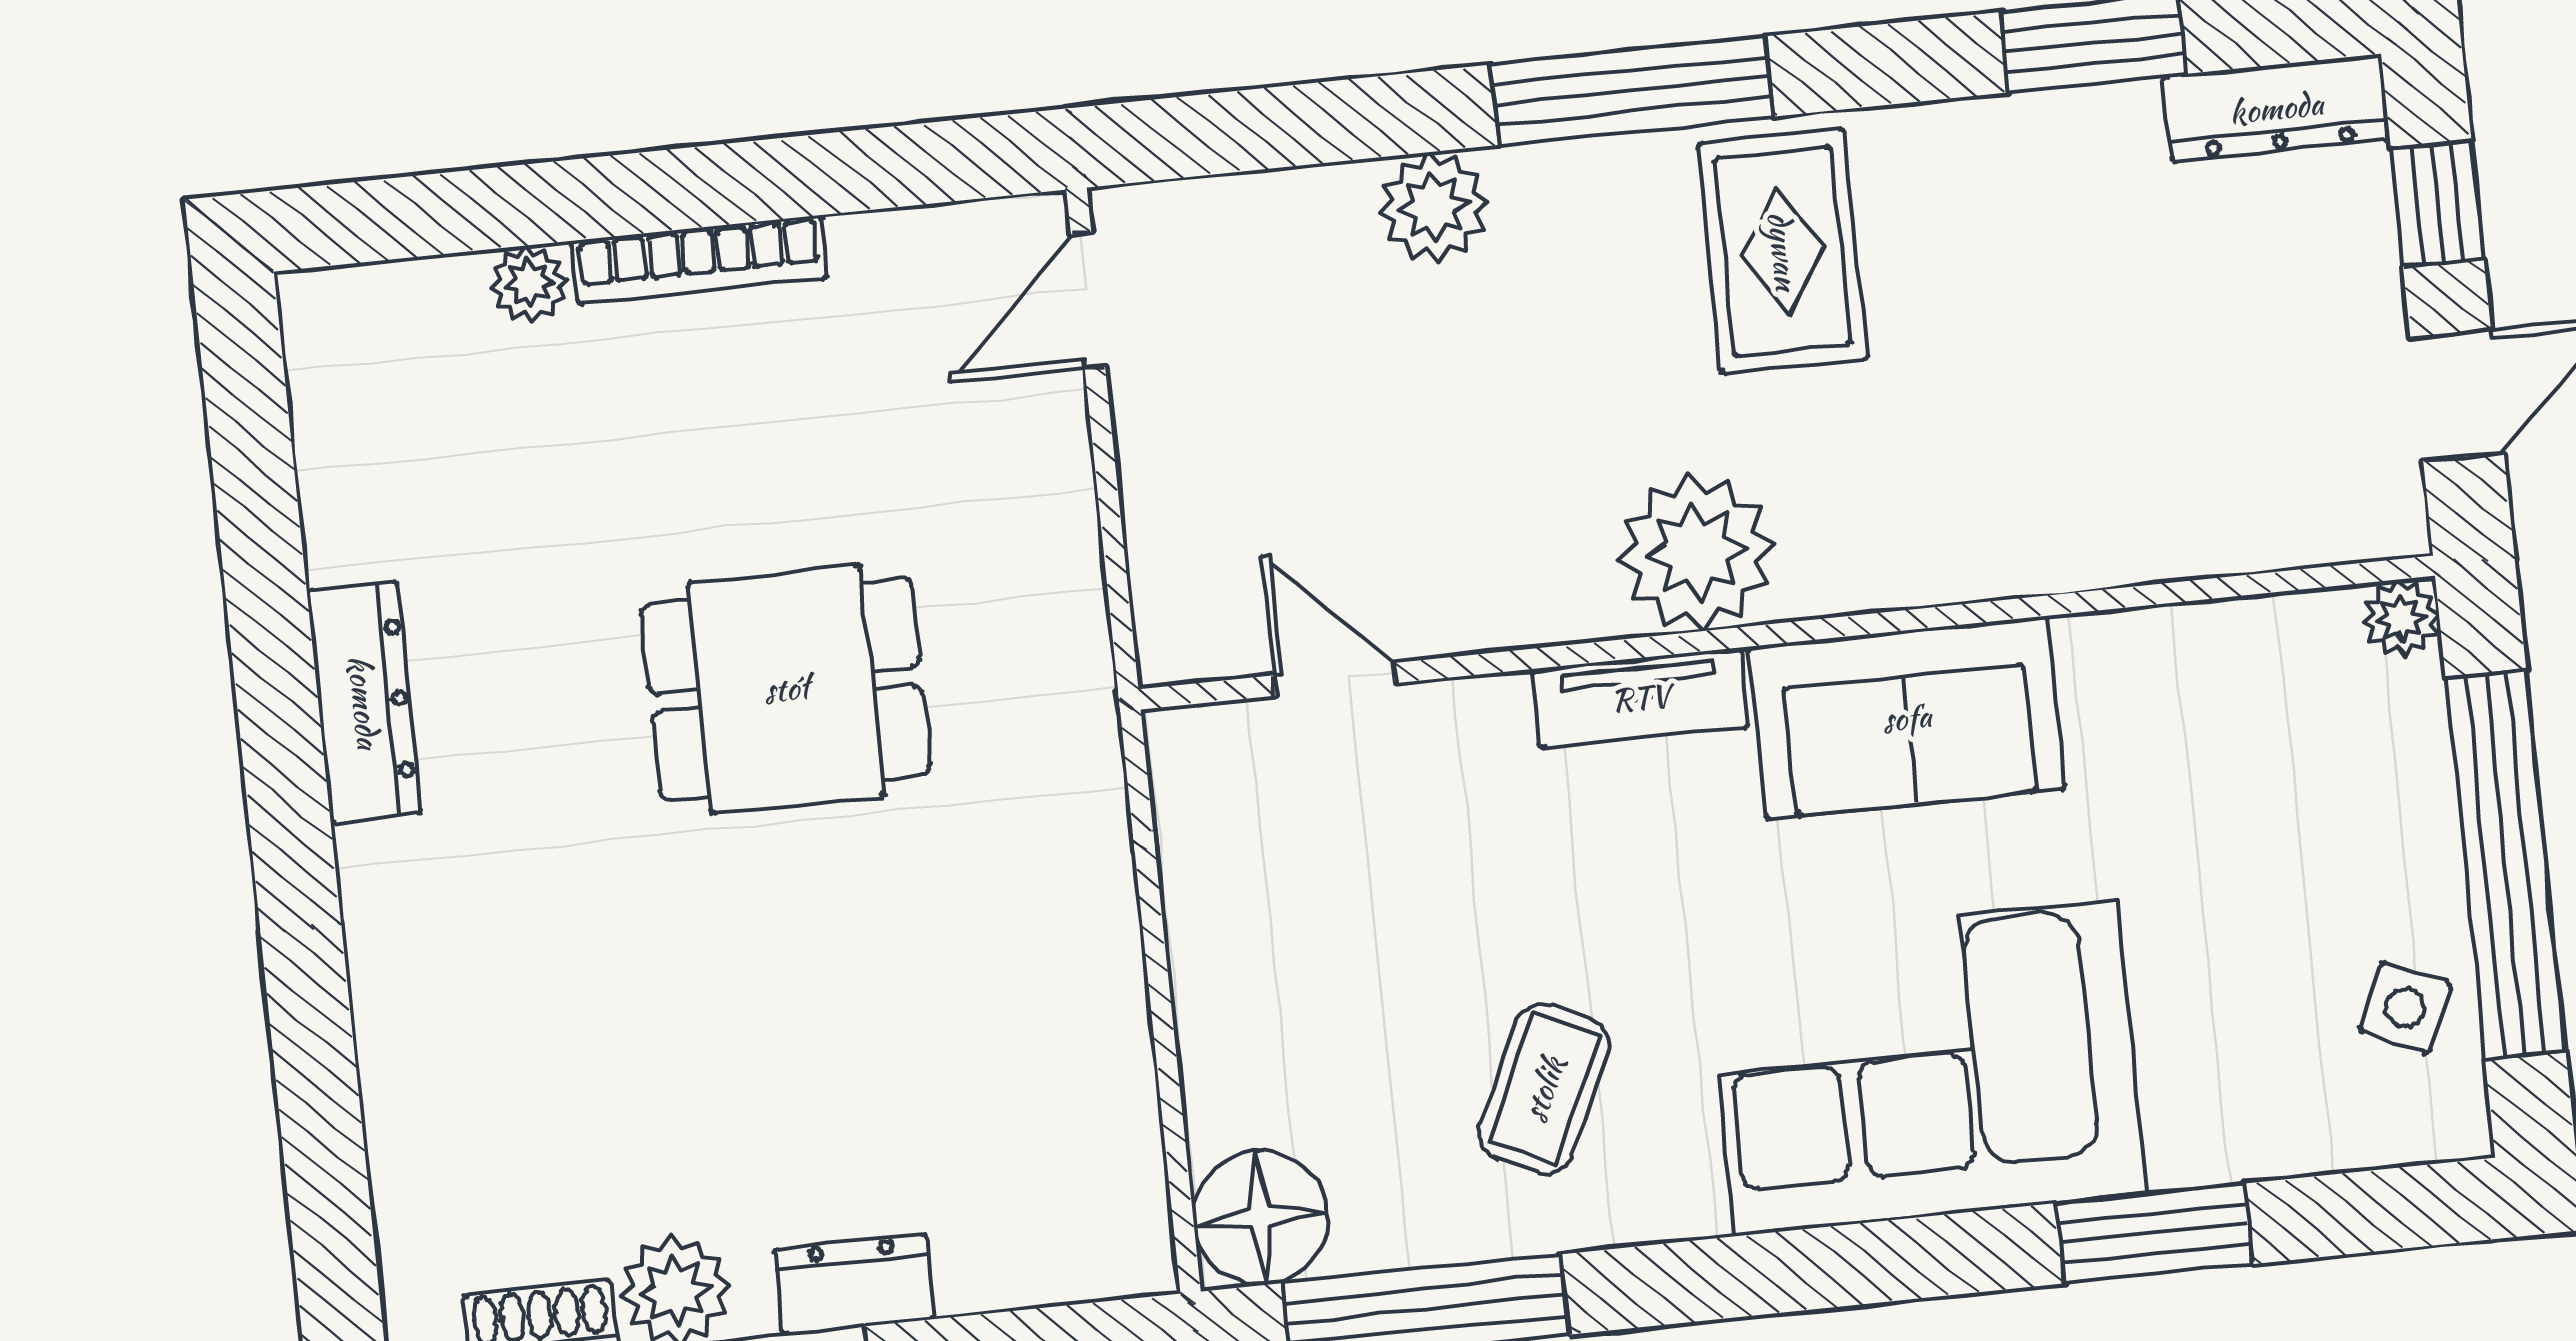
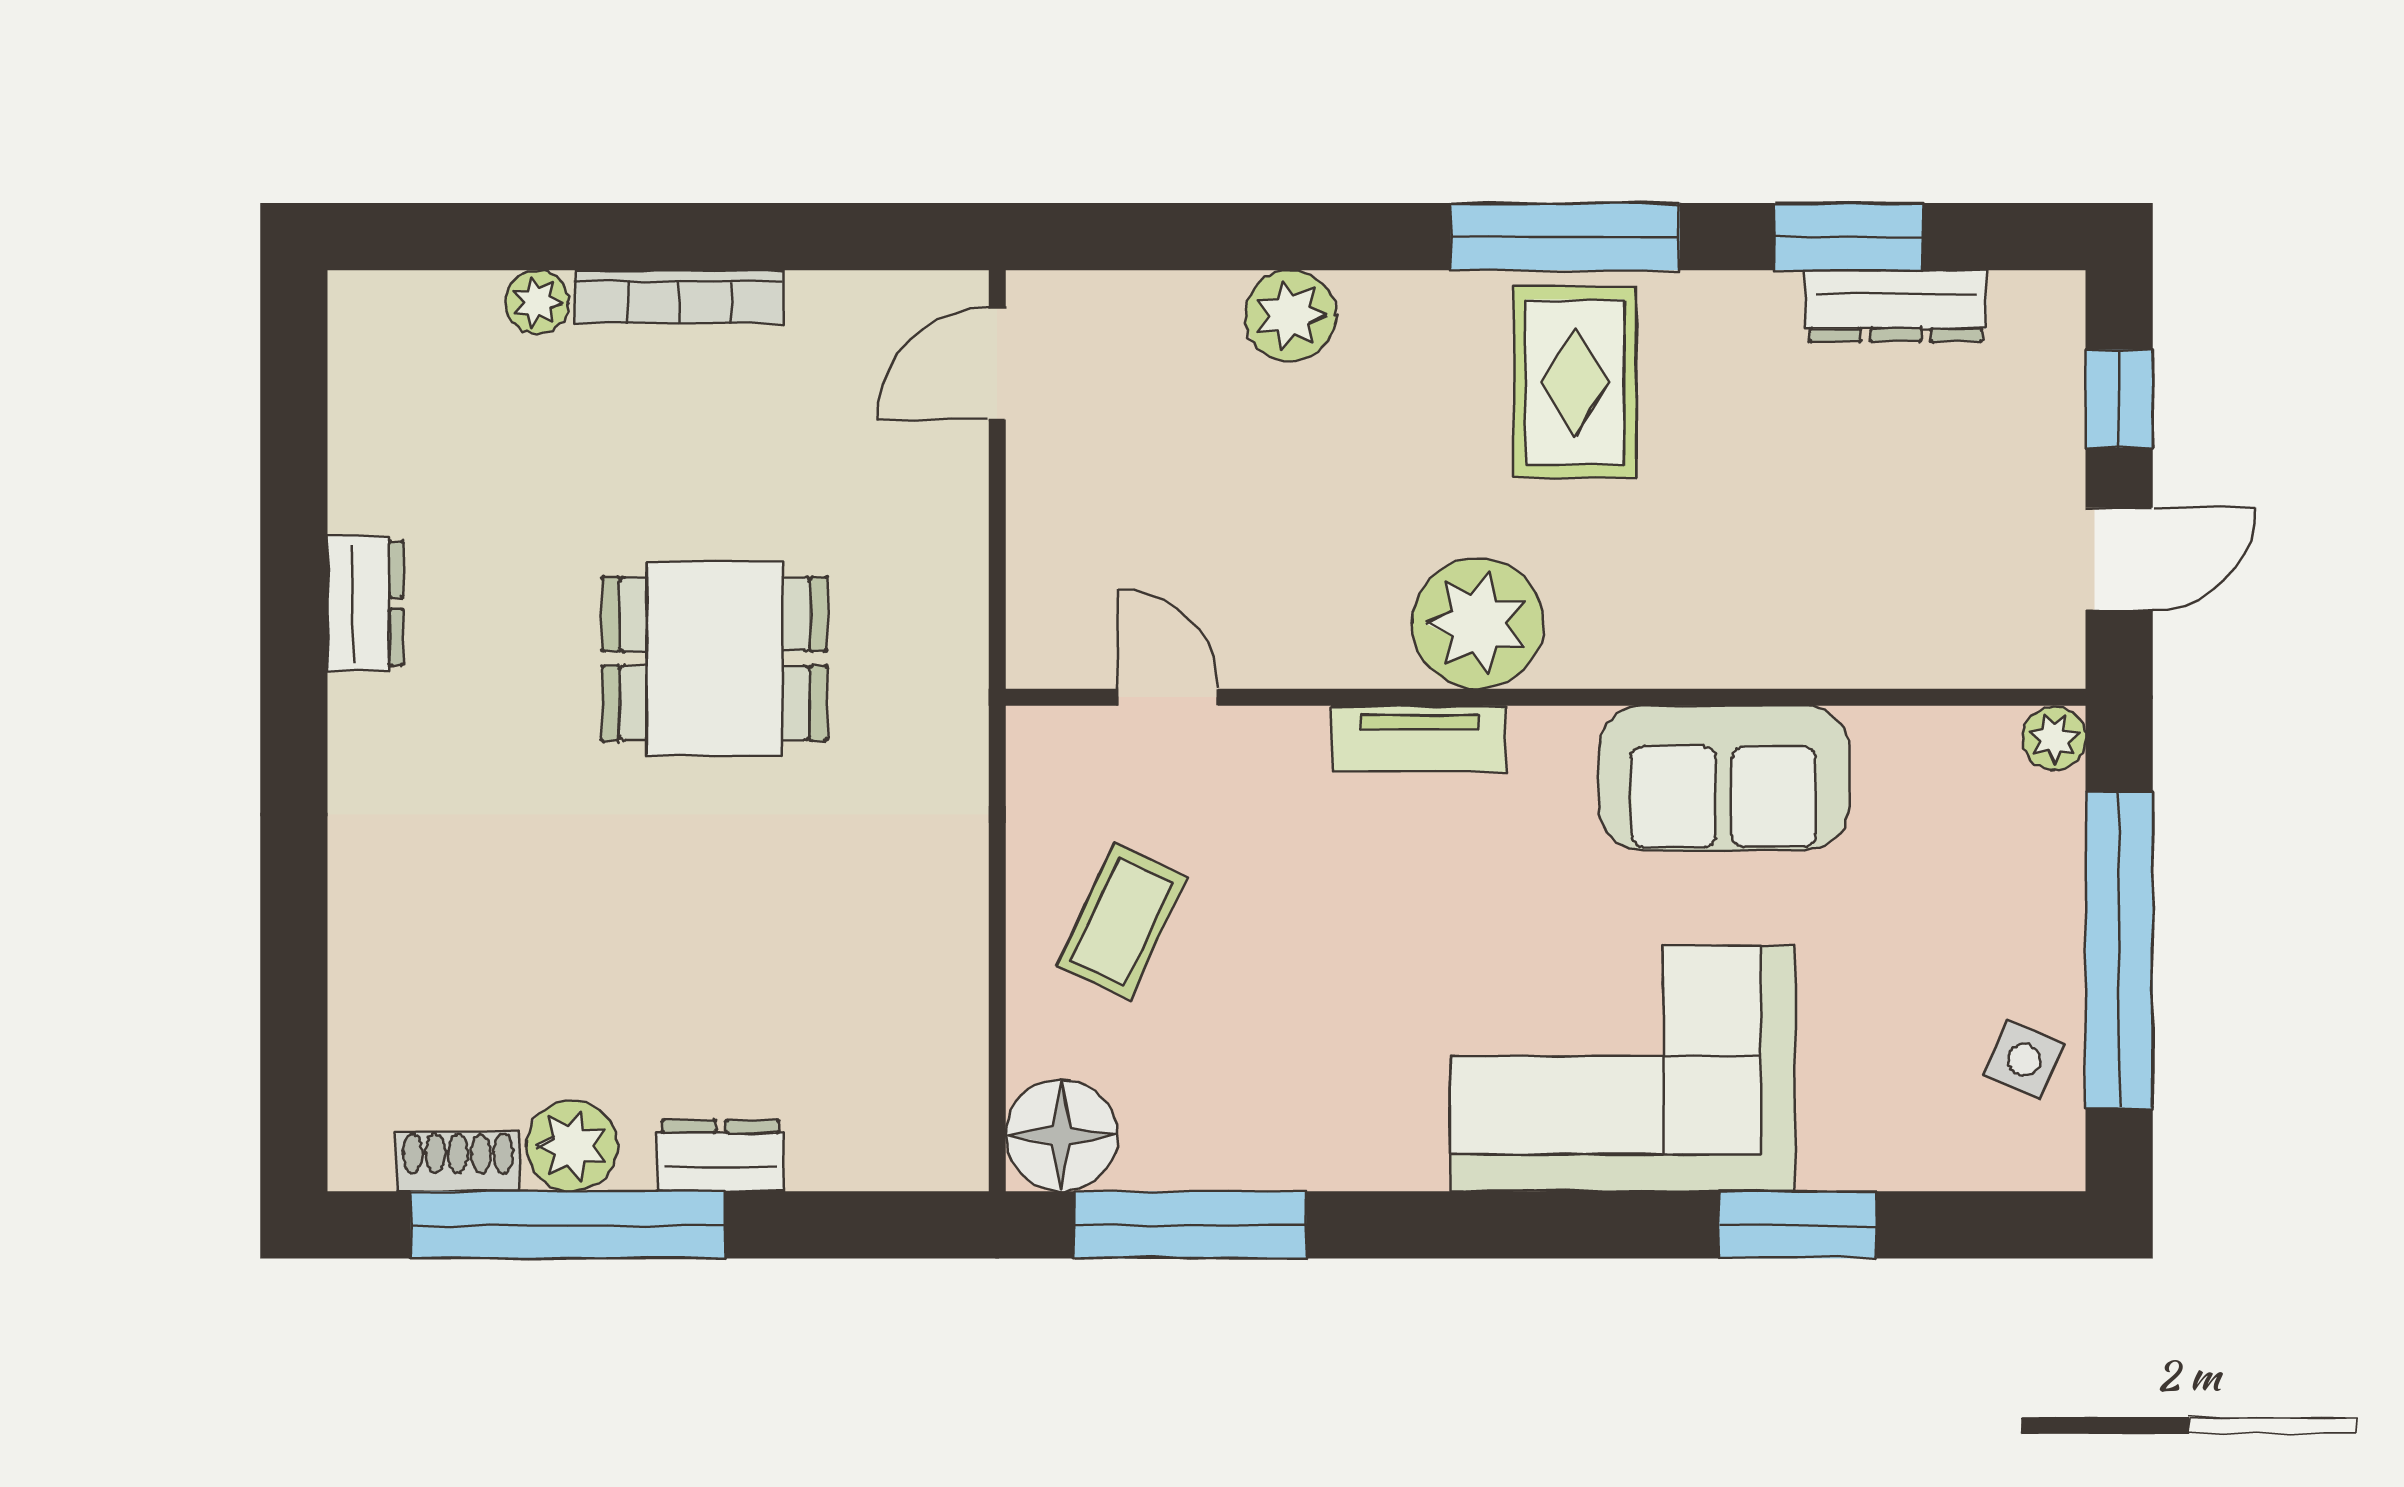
window: (1632, 91) -> (1565, 237), moved
dresser: (2276, 108) -> (1896, 306), moved
dresser: (364, 702) -> (365, 604), width x0.70
sofa: (1907, 718) -> (1724, 778), moved
coffee table: (1544, 1089) -> (1122, 921), moved

